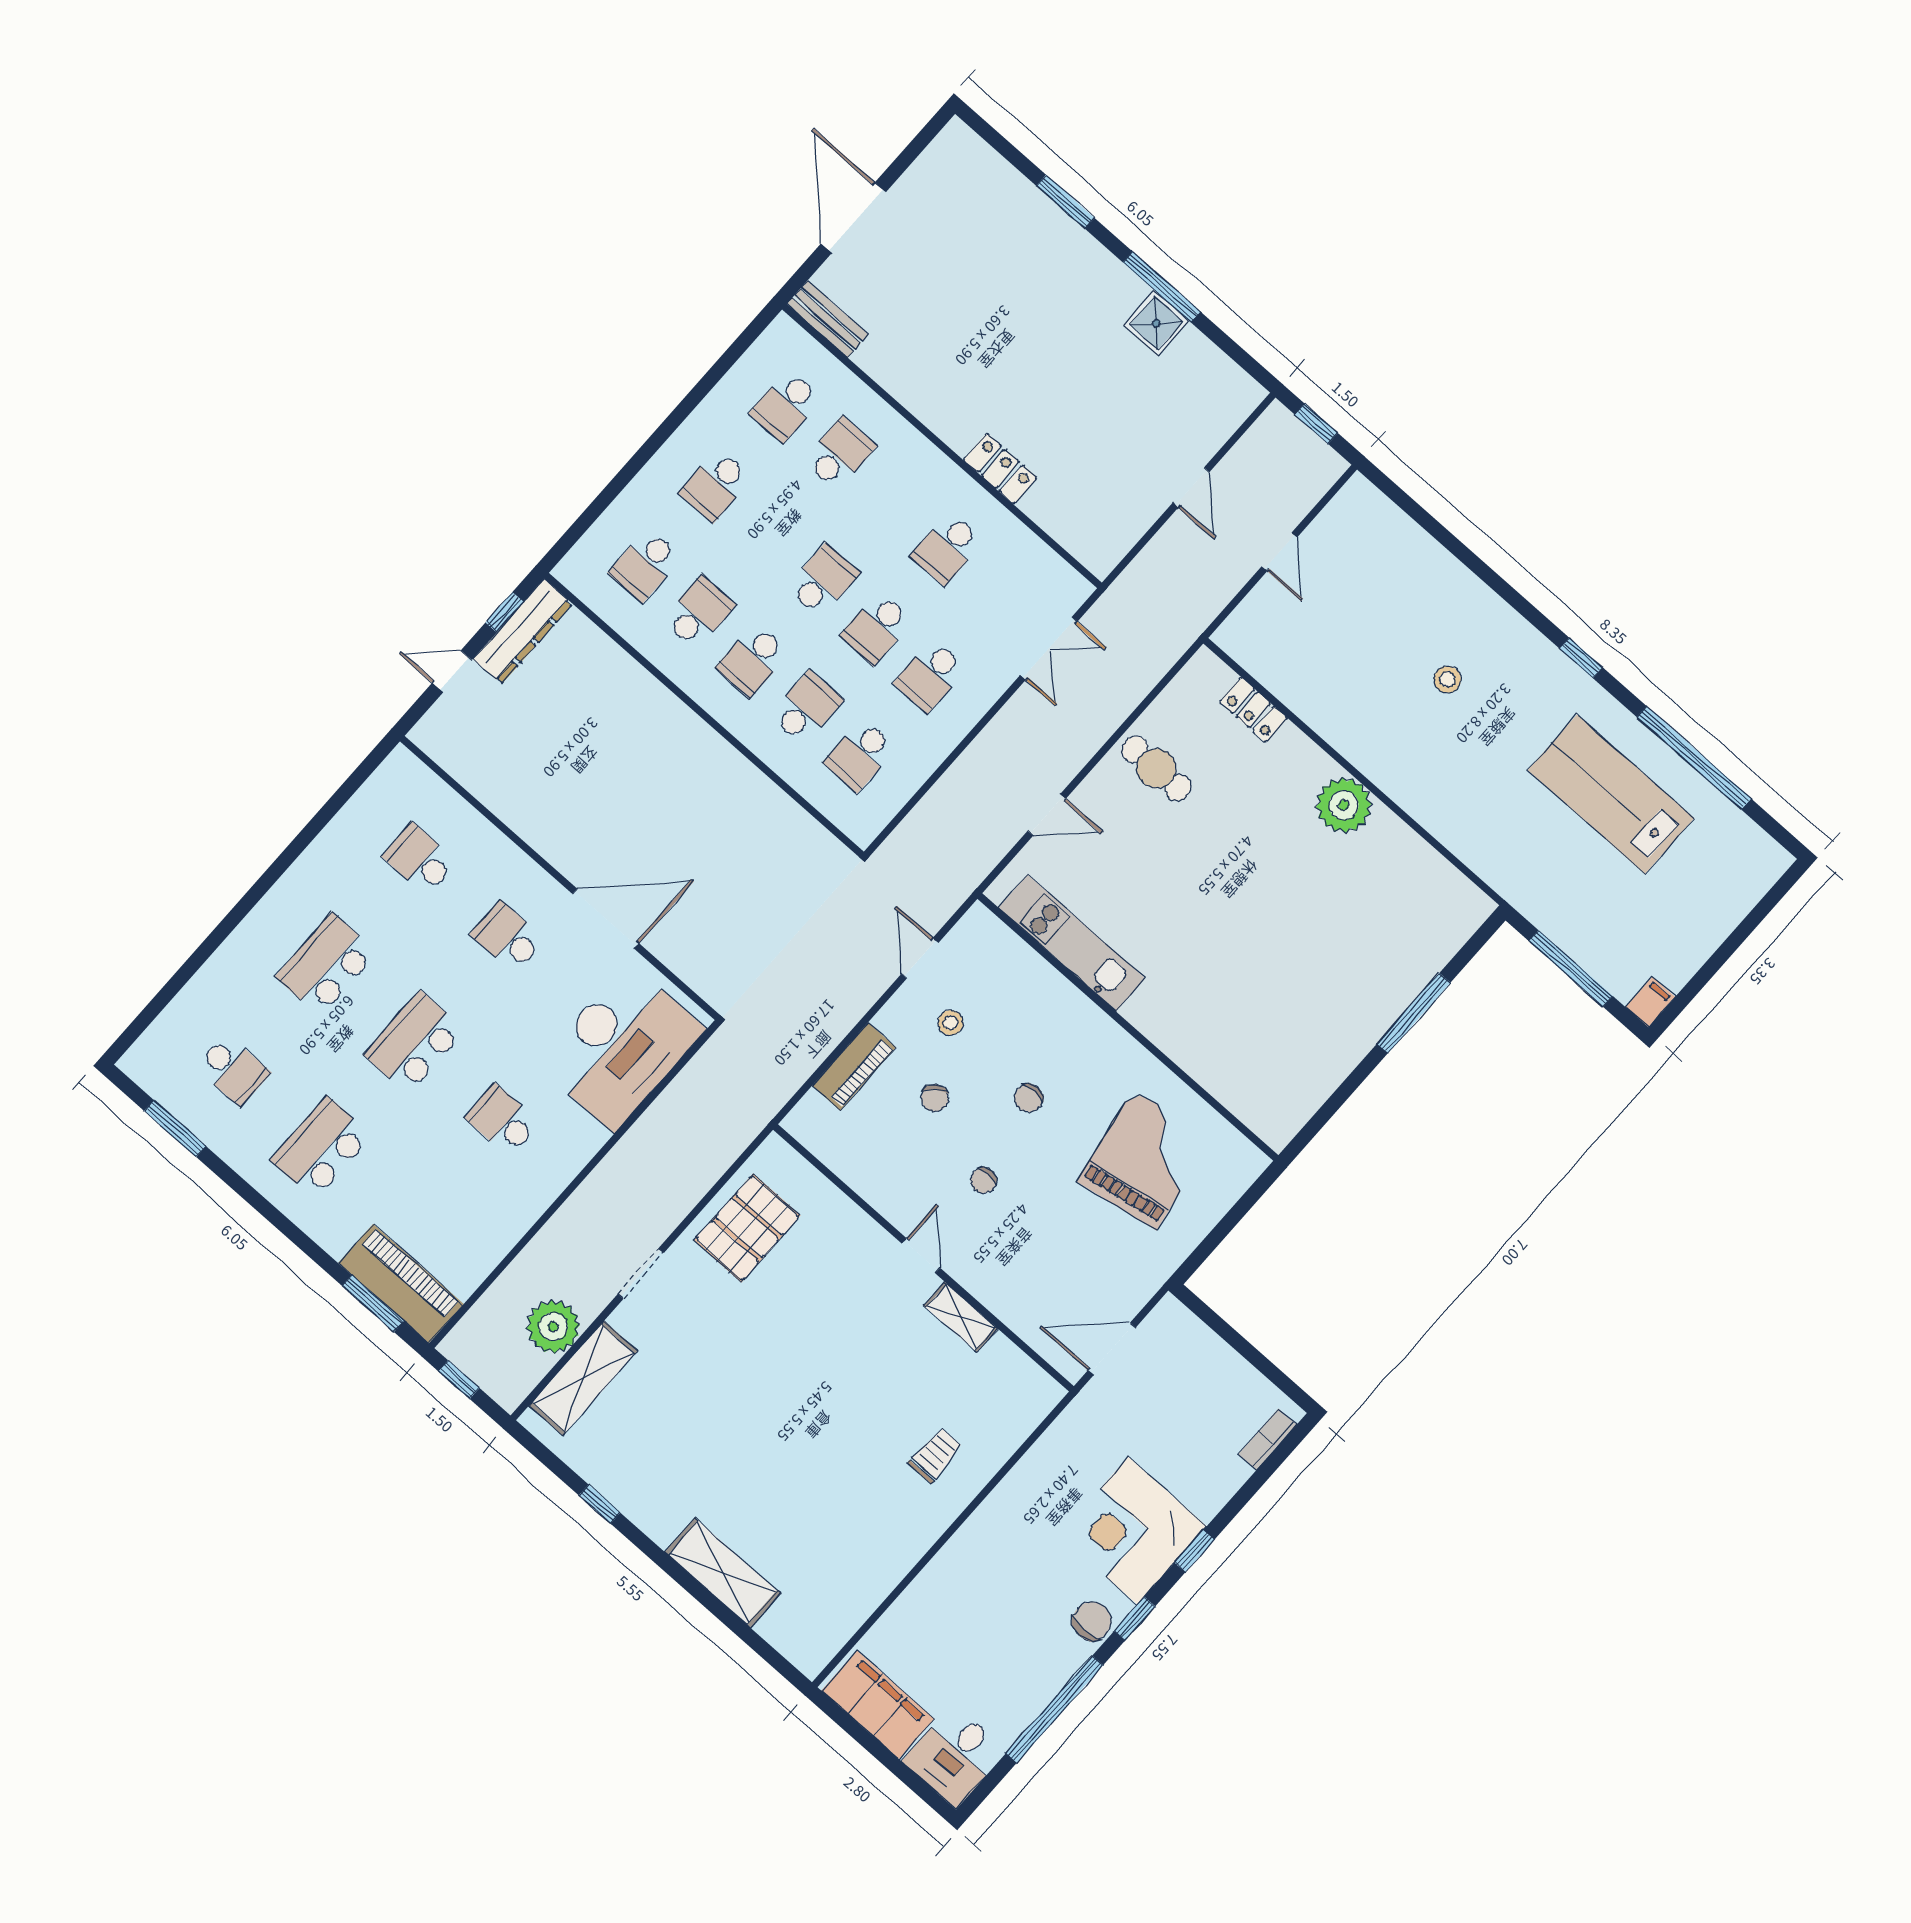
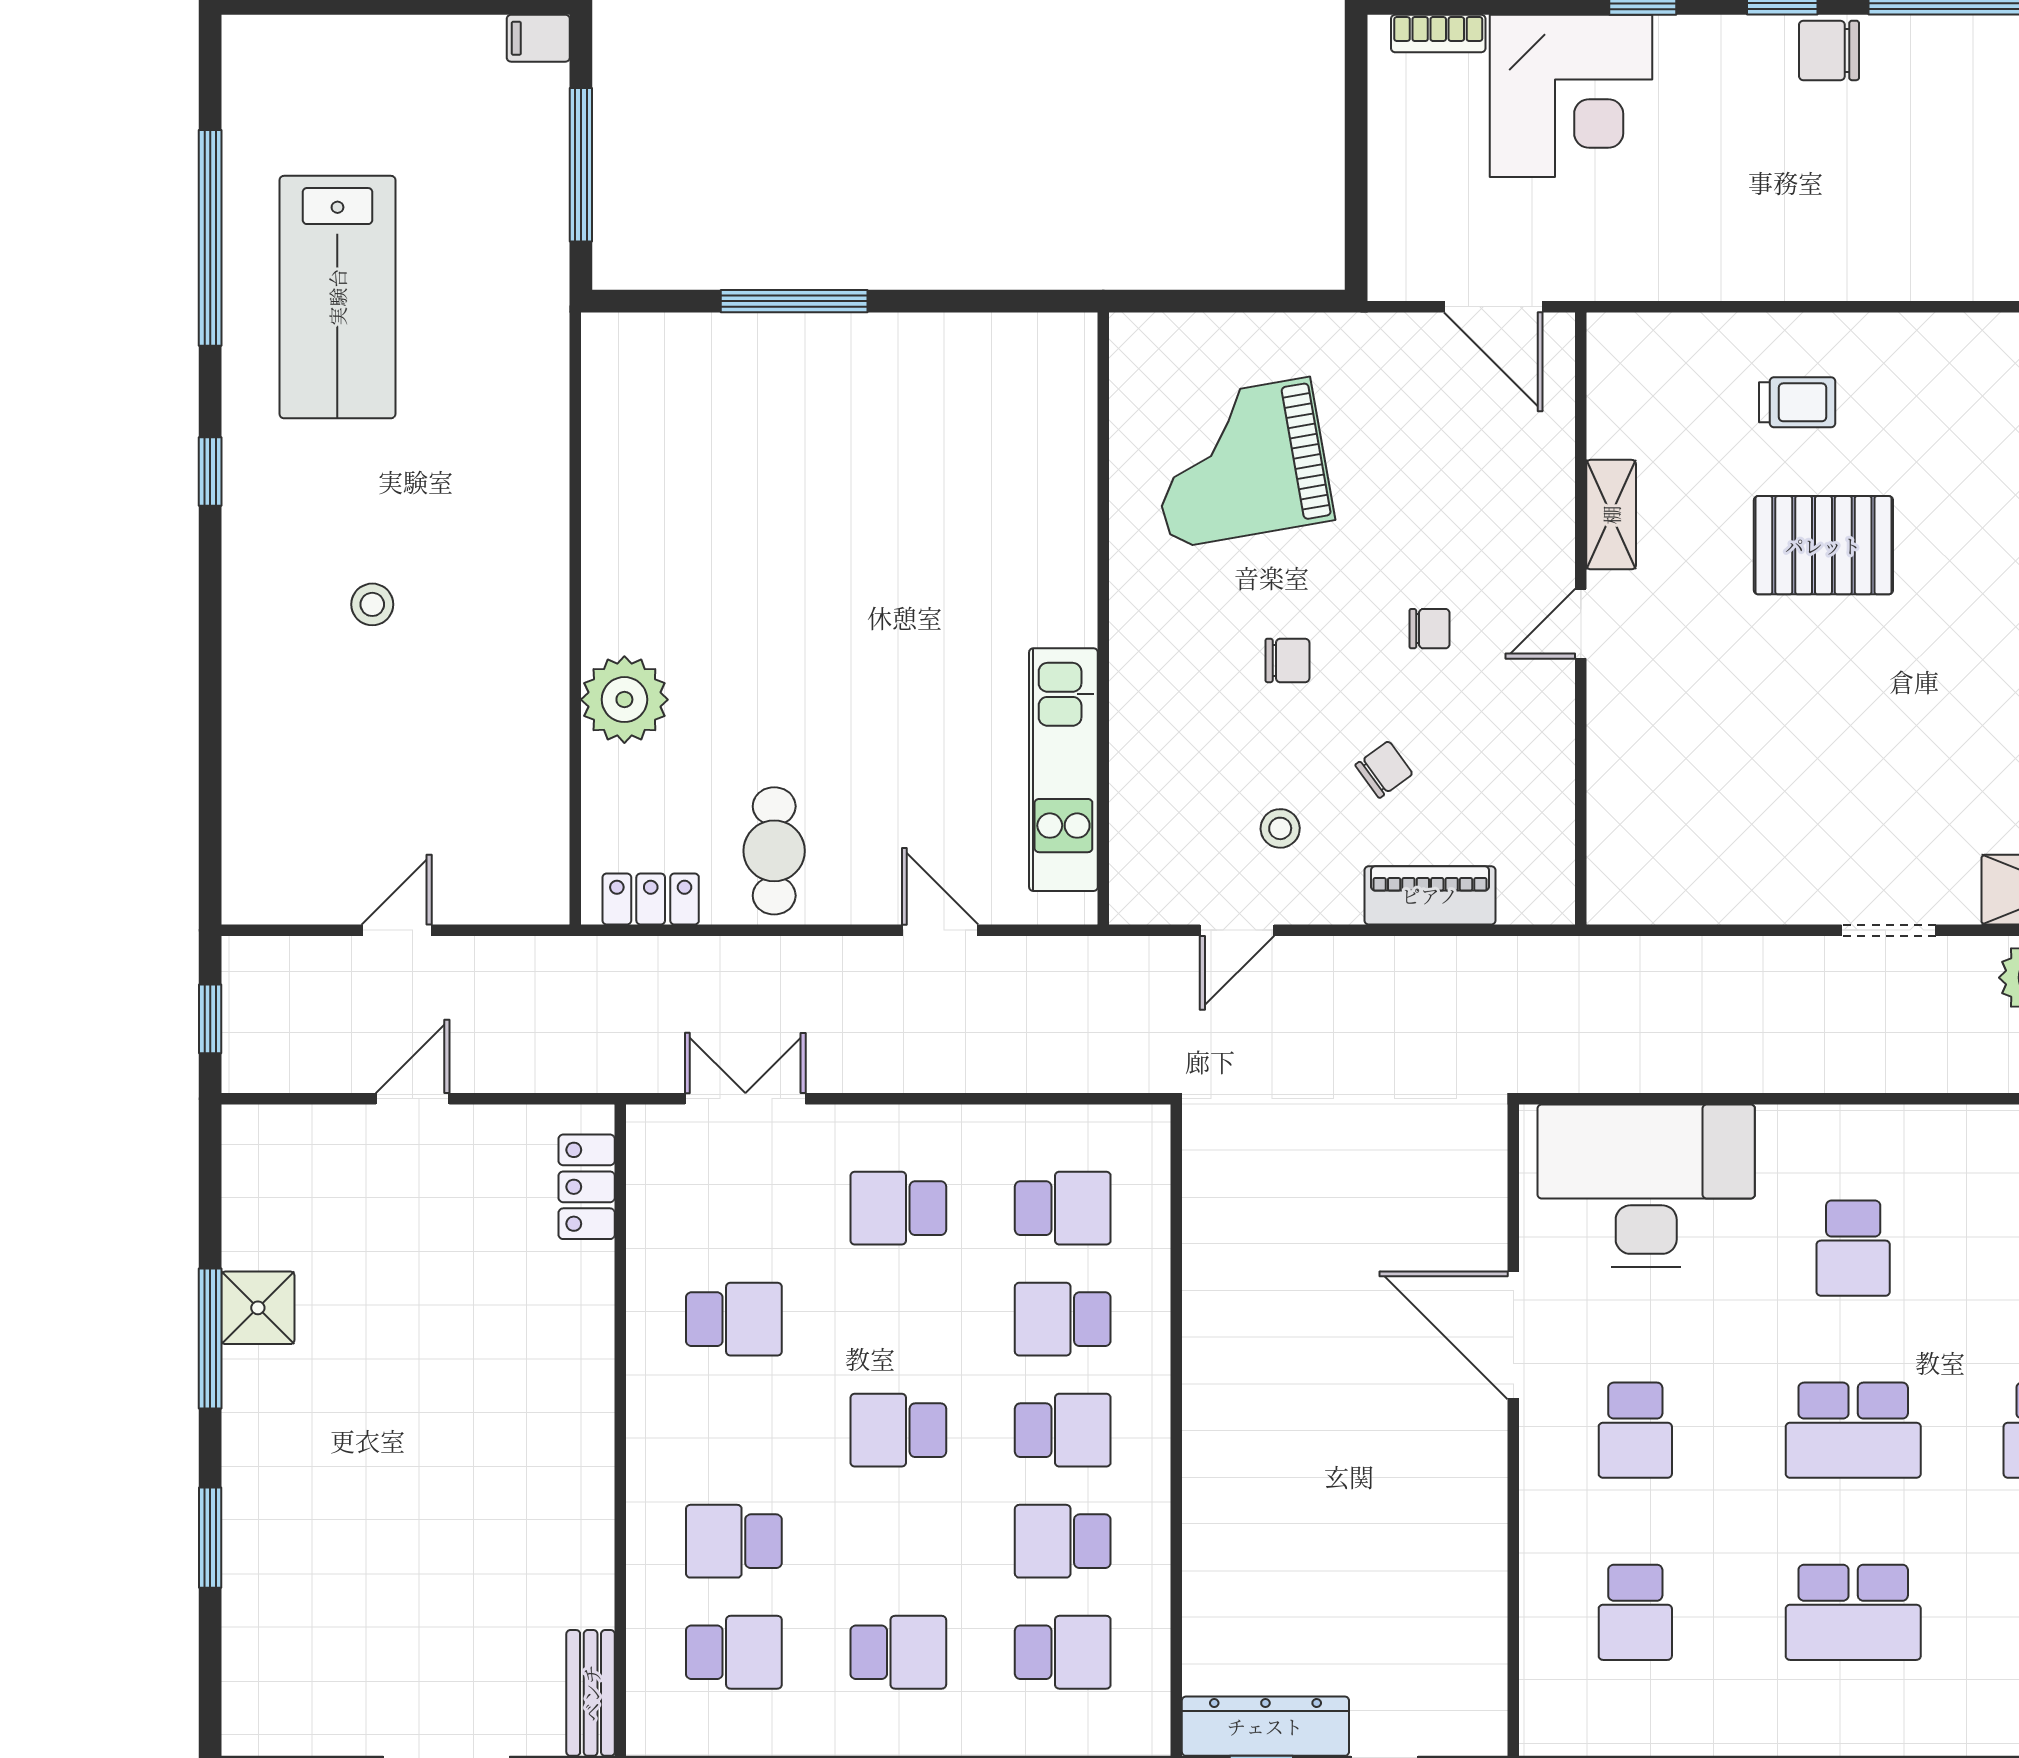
locker: (1000, 469) -> (587, 1187), moved
school desk: (877, 628) -> (898, 1319), removed
school desk: (930, 676) -> (898, 1208), turned 180
locker: (1253, 710) -> (651, 899), moved, turned -90
plant: (1344, 805) -> (624, 700), moved
pallet: (747, 1228) -> (1823, 545), moved
trolley: (935, 1455) -> (1797, 402), turned 180
corner desk: (1133, 1531) -> (1571, 96), moved

